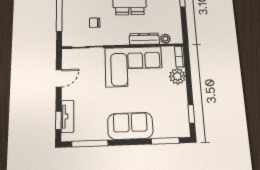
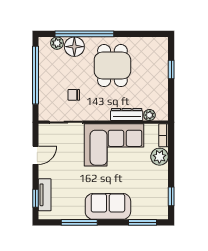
window: (90, 144) -> (79, 222), moved

